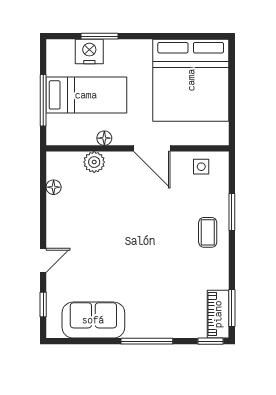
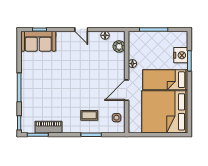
bed: (86, 95) -> (165, 80), moved, turned 90
plant: (94, 162) -> (119, 46), moved
coffee table: (208, 232) -> (89, 115), moved
door: (43, 260) -> (81, 29), moved
piano: (218, 314) -> (48, 127), moved
sofa: (93, 320) -> (38, 41), moved, turned 90

